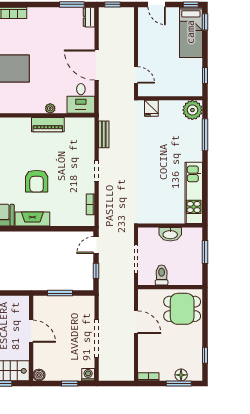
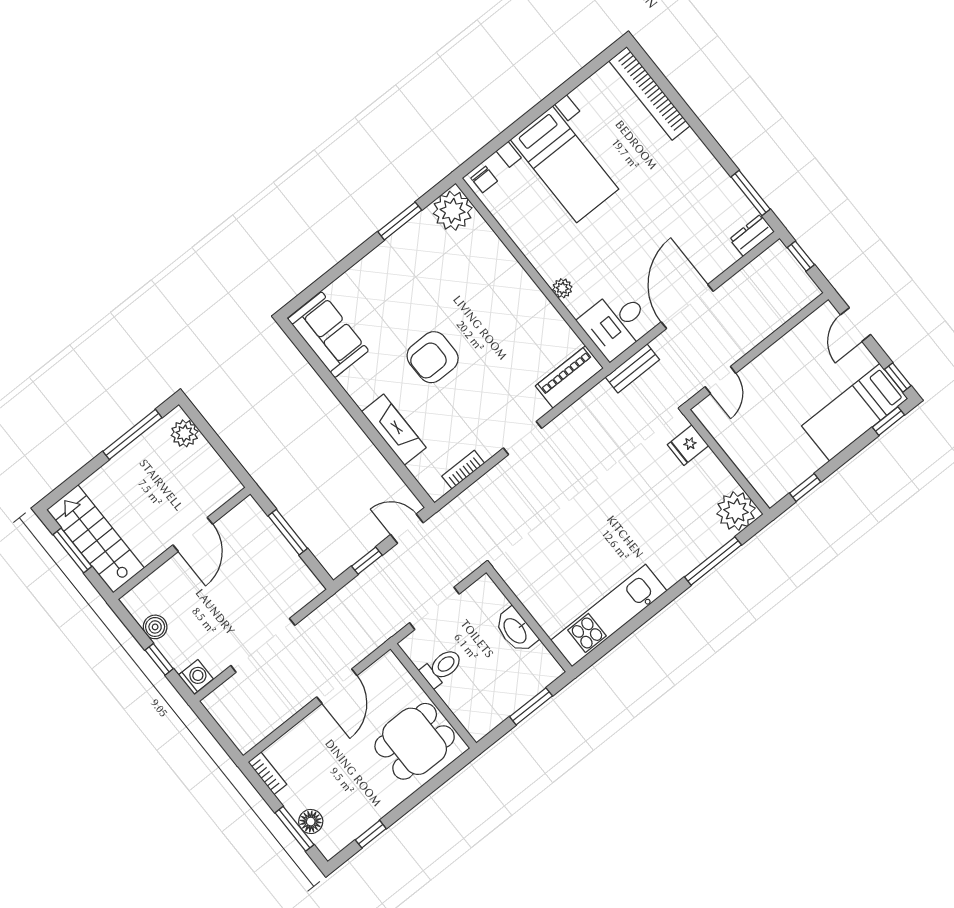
piano: (48, 125) -> (569, 377), moved, turned 90
bench: (104, 134) -> (632, 368), moved
fireplace: (32, 219) -> (394, 430), moved
dining table: (182, 309) -> (415, 741), turned 90
boiler: (39, 375) -> (155, 627), moved

